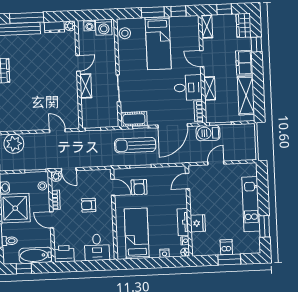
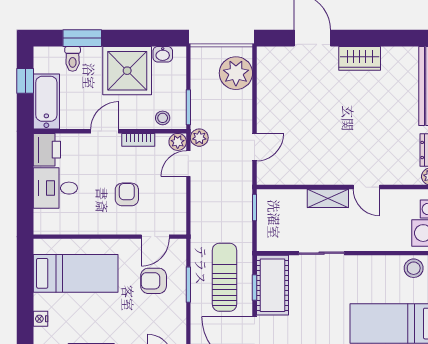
cot: (134, 119) -> (273, 285), width x1.37, depth x1.34
plant: (53, 164) -> (199, 138), added
desk: (97, 247) -> (55, 188), moved

